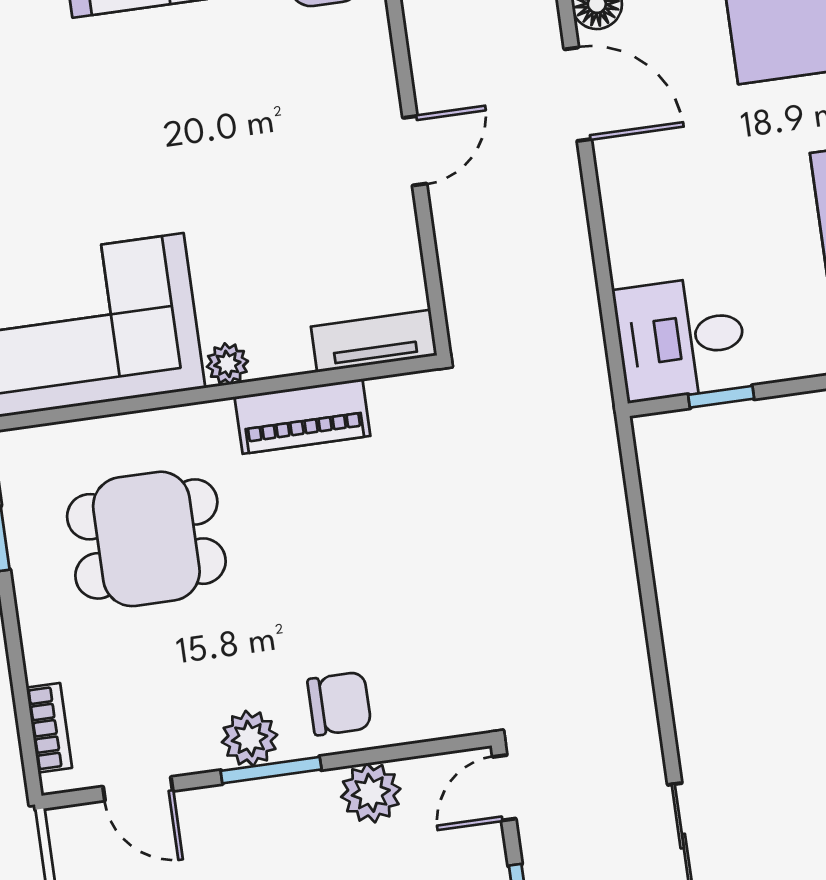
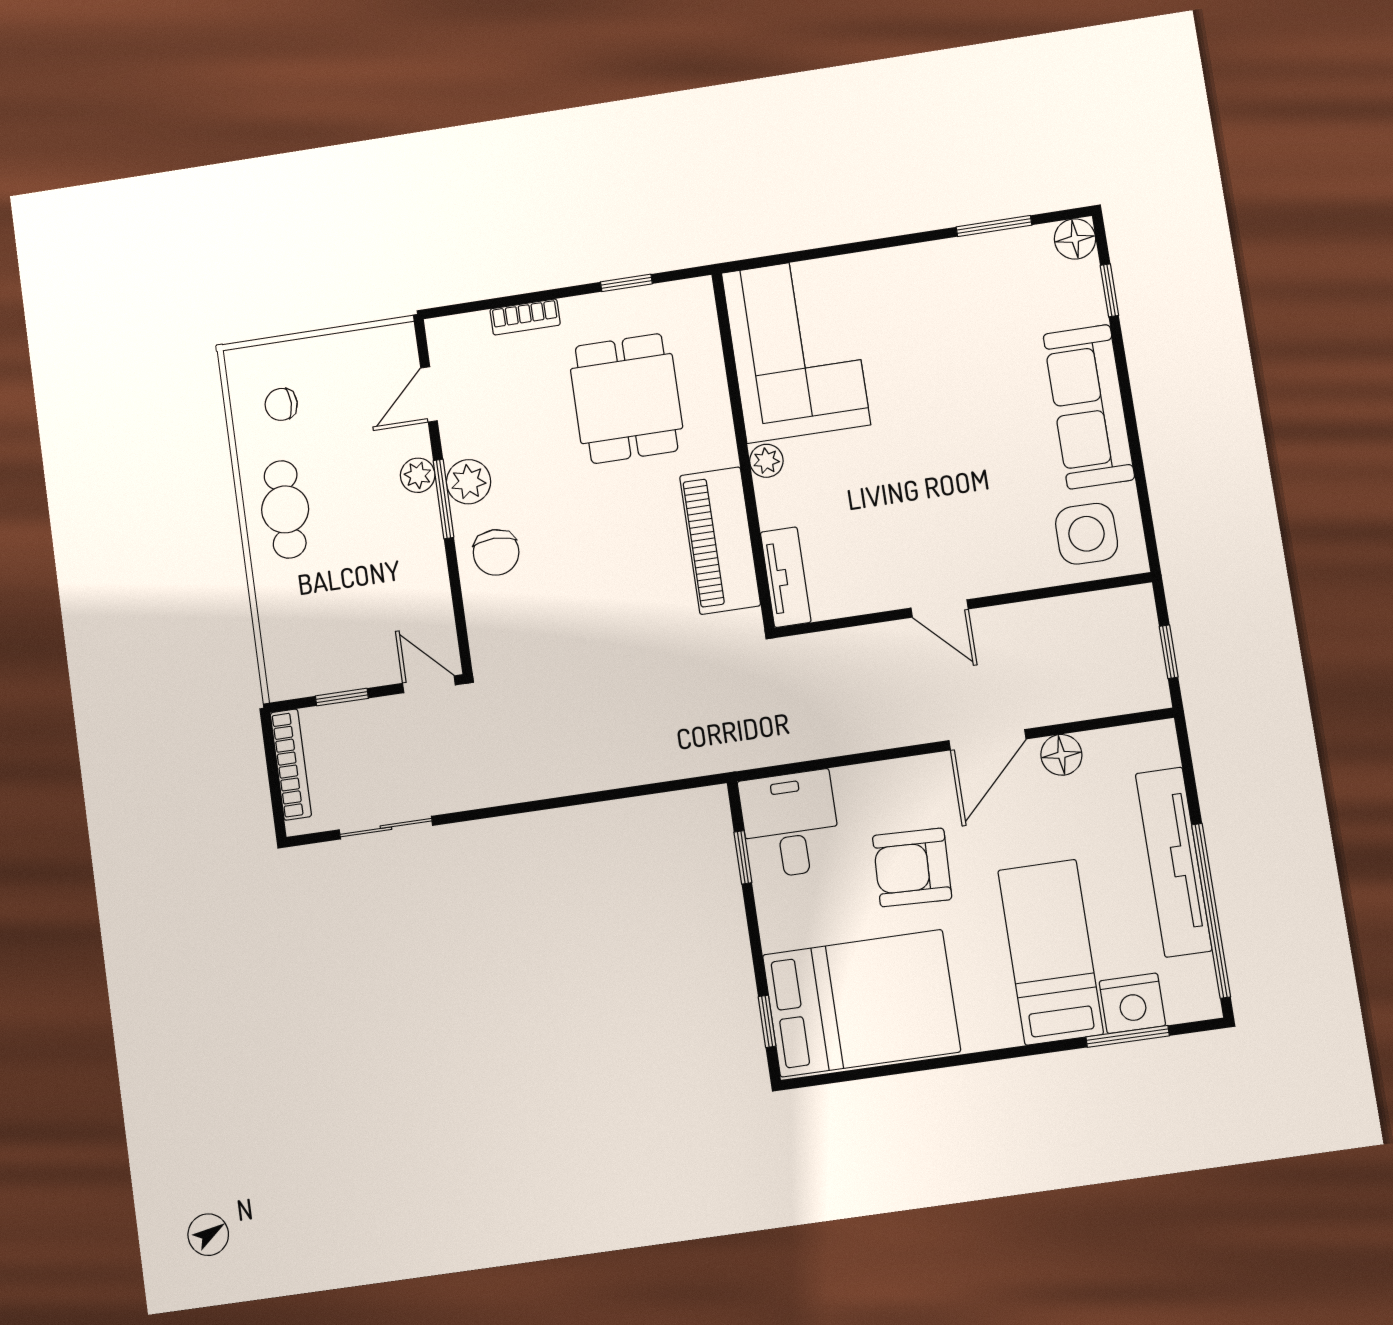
armchair: (734, 189) -> (912, 867), added
piano: (302, 416) -> (720, 541), width x1.37, depth x1.33
bookcase: (49, 728) -> (525, 317), moved
plant: (371, 793) -> (418, 475), moved, width x0.73, depth x0.73

